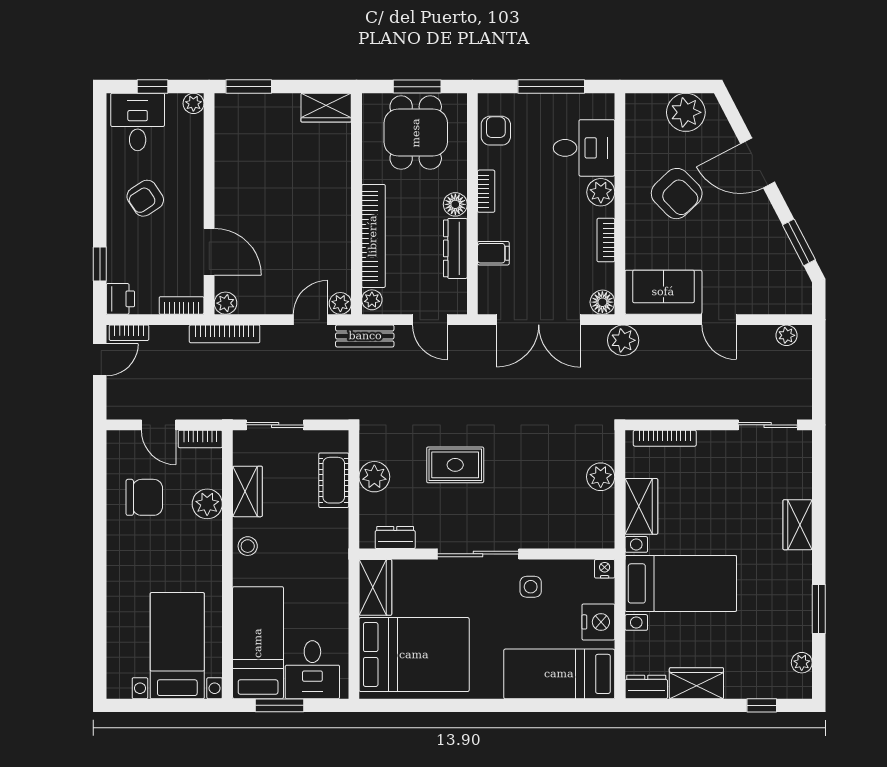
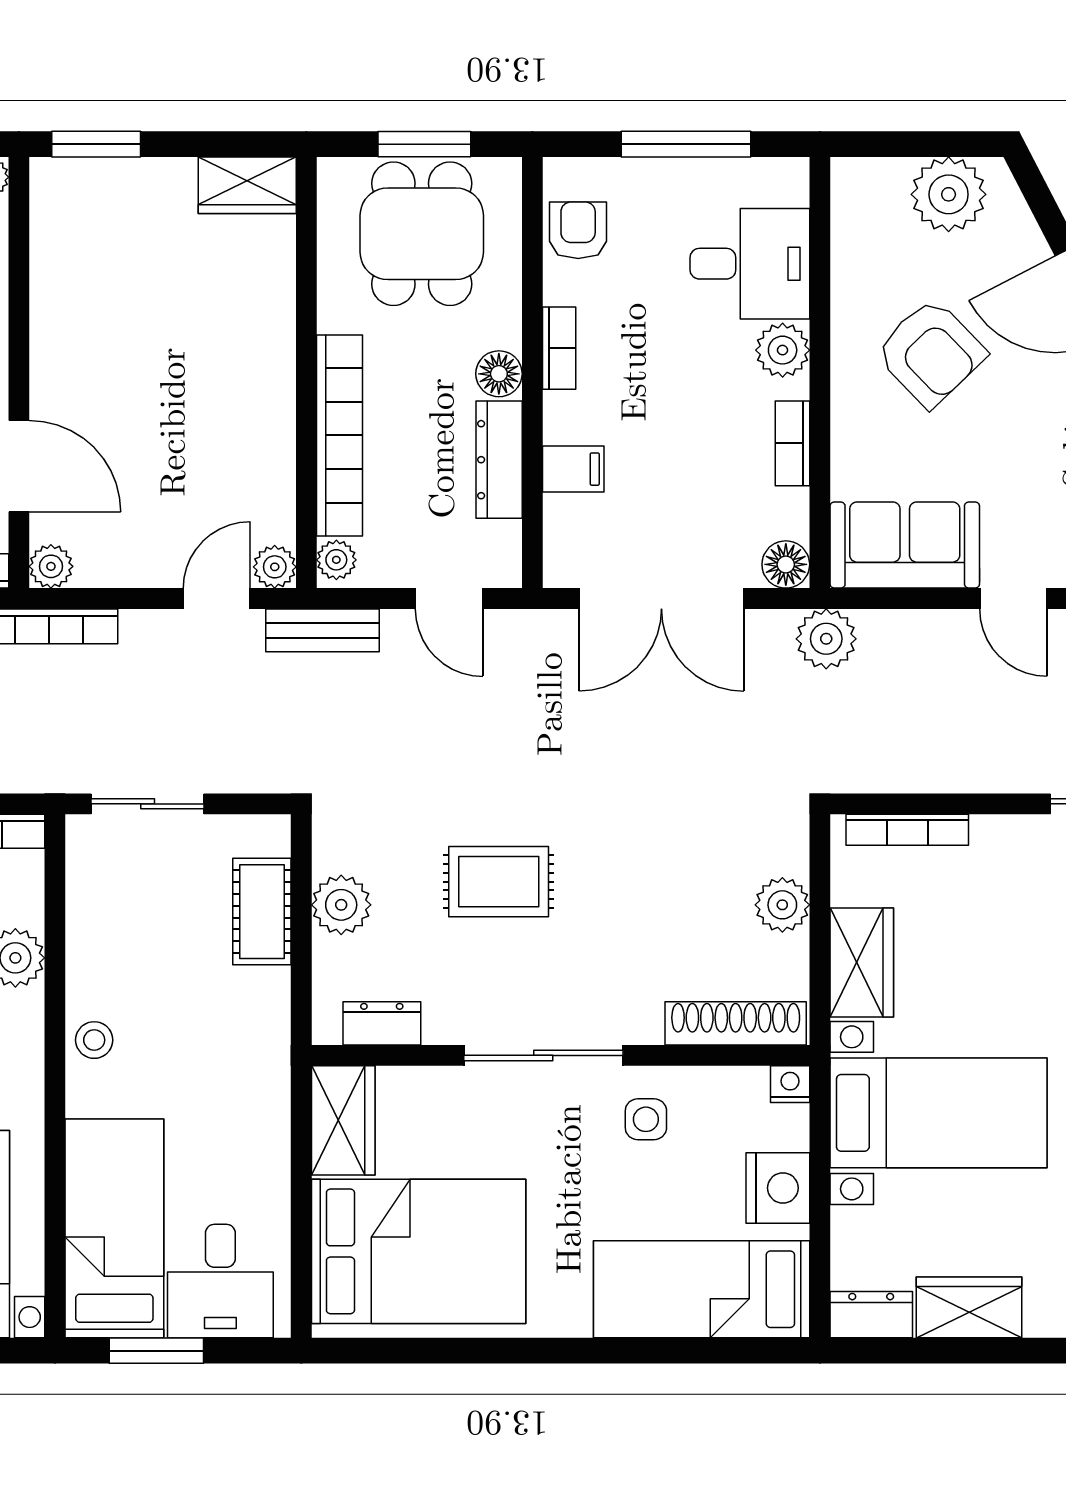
wardrobe: (247, 491) -> (94, 933), removed
shoe rack: (577, 538) -> (736, 1023), added

